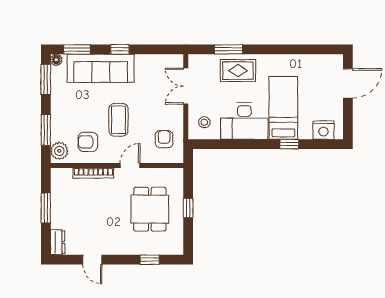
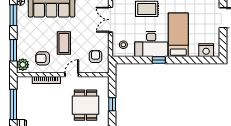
window: (289, 144) -> (159, 60), moved
window: (46, 208) -> (13, 104), width x1.44

